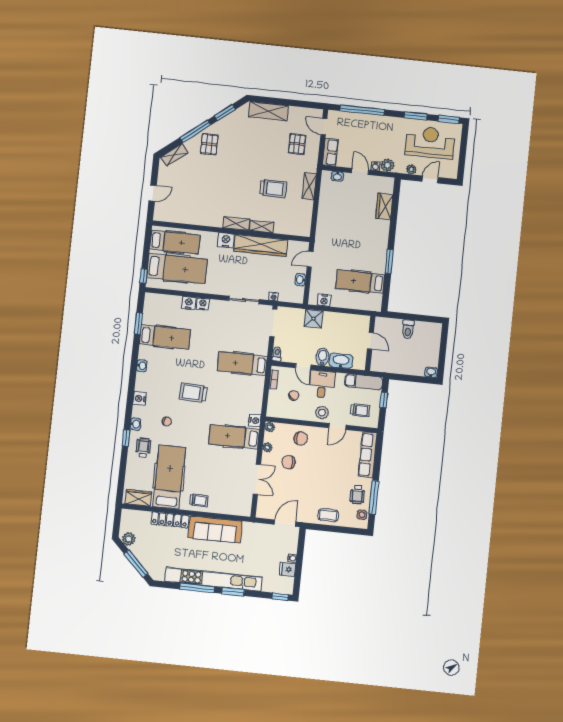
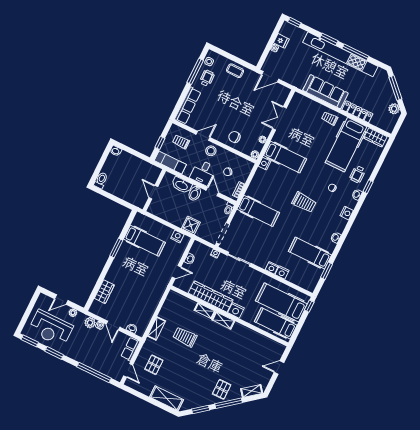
toilet: (408, 329) -> (101, 180), moved
chair: (289, 462) -> (250, 122), removed

